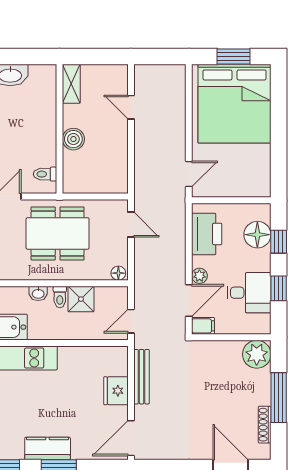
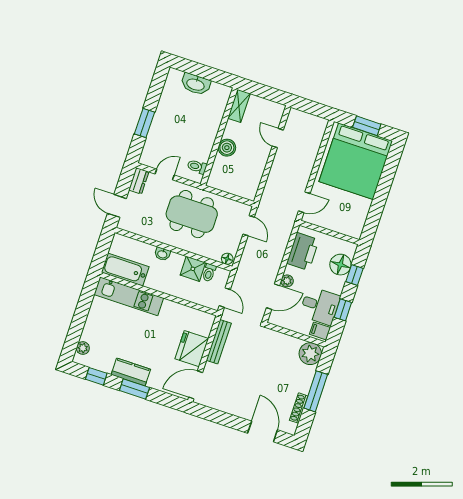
toilet: (60, 297) -> (209, 273), moved
door: (131, 321) -> (225, 298), swing flipped
filing cabinet: (203, 326) -> (320, 331), moved, turned 180
fridge: (116, 391) -> (192, 349), width x1.36, depth x1.34

